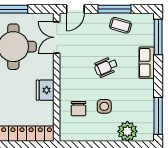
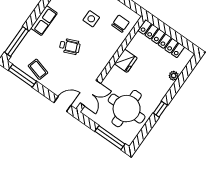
window: (115, 9) -> (22, 76), moved
row of seats: (147, 63) -> (44, 21), moved
chair: (78, 109) -> (120, 24), moved

